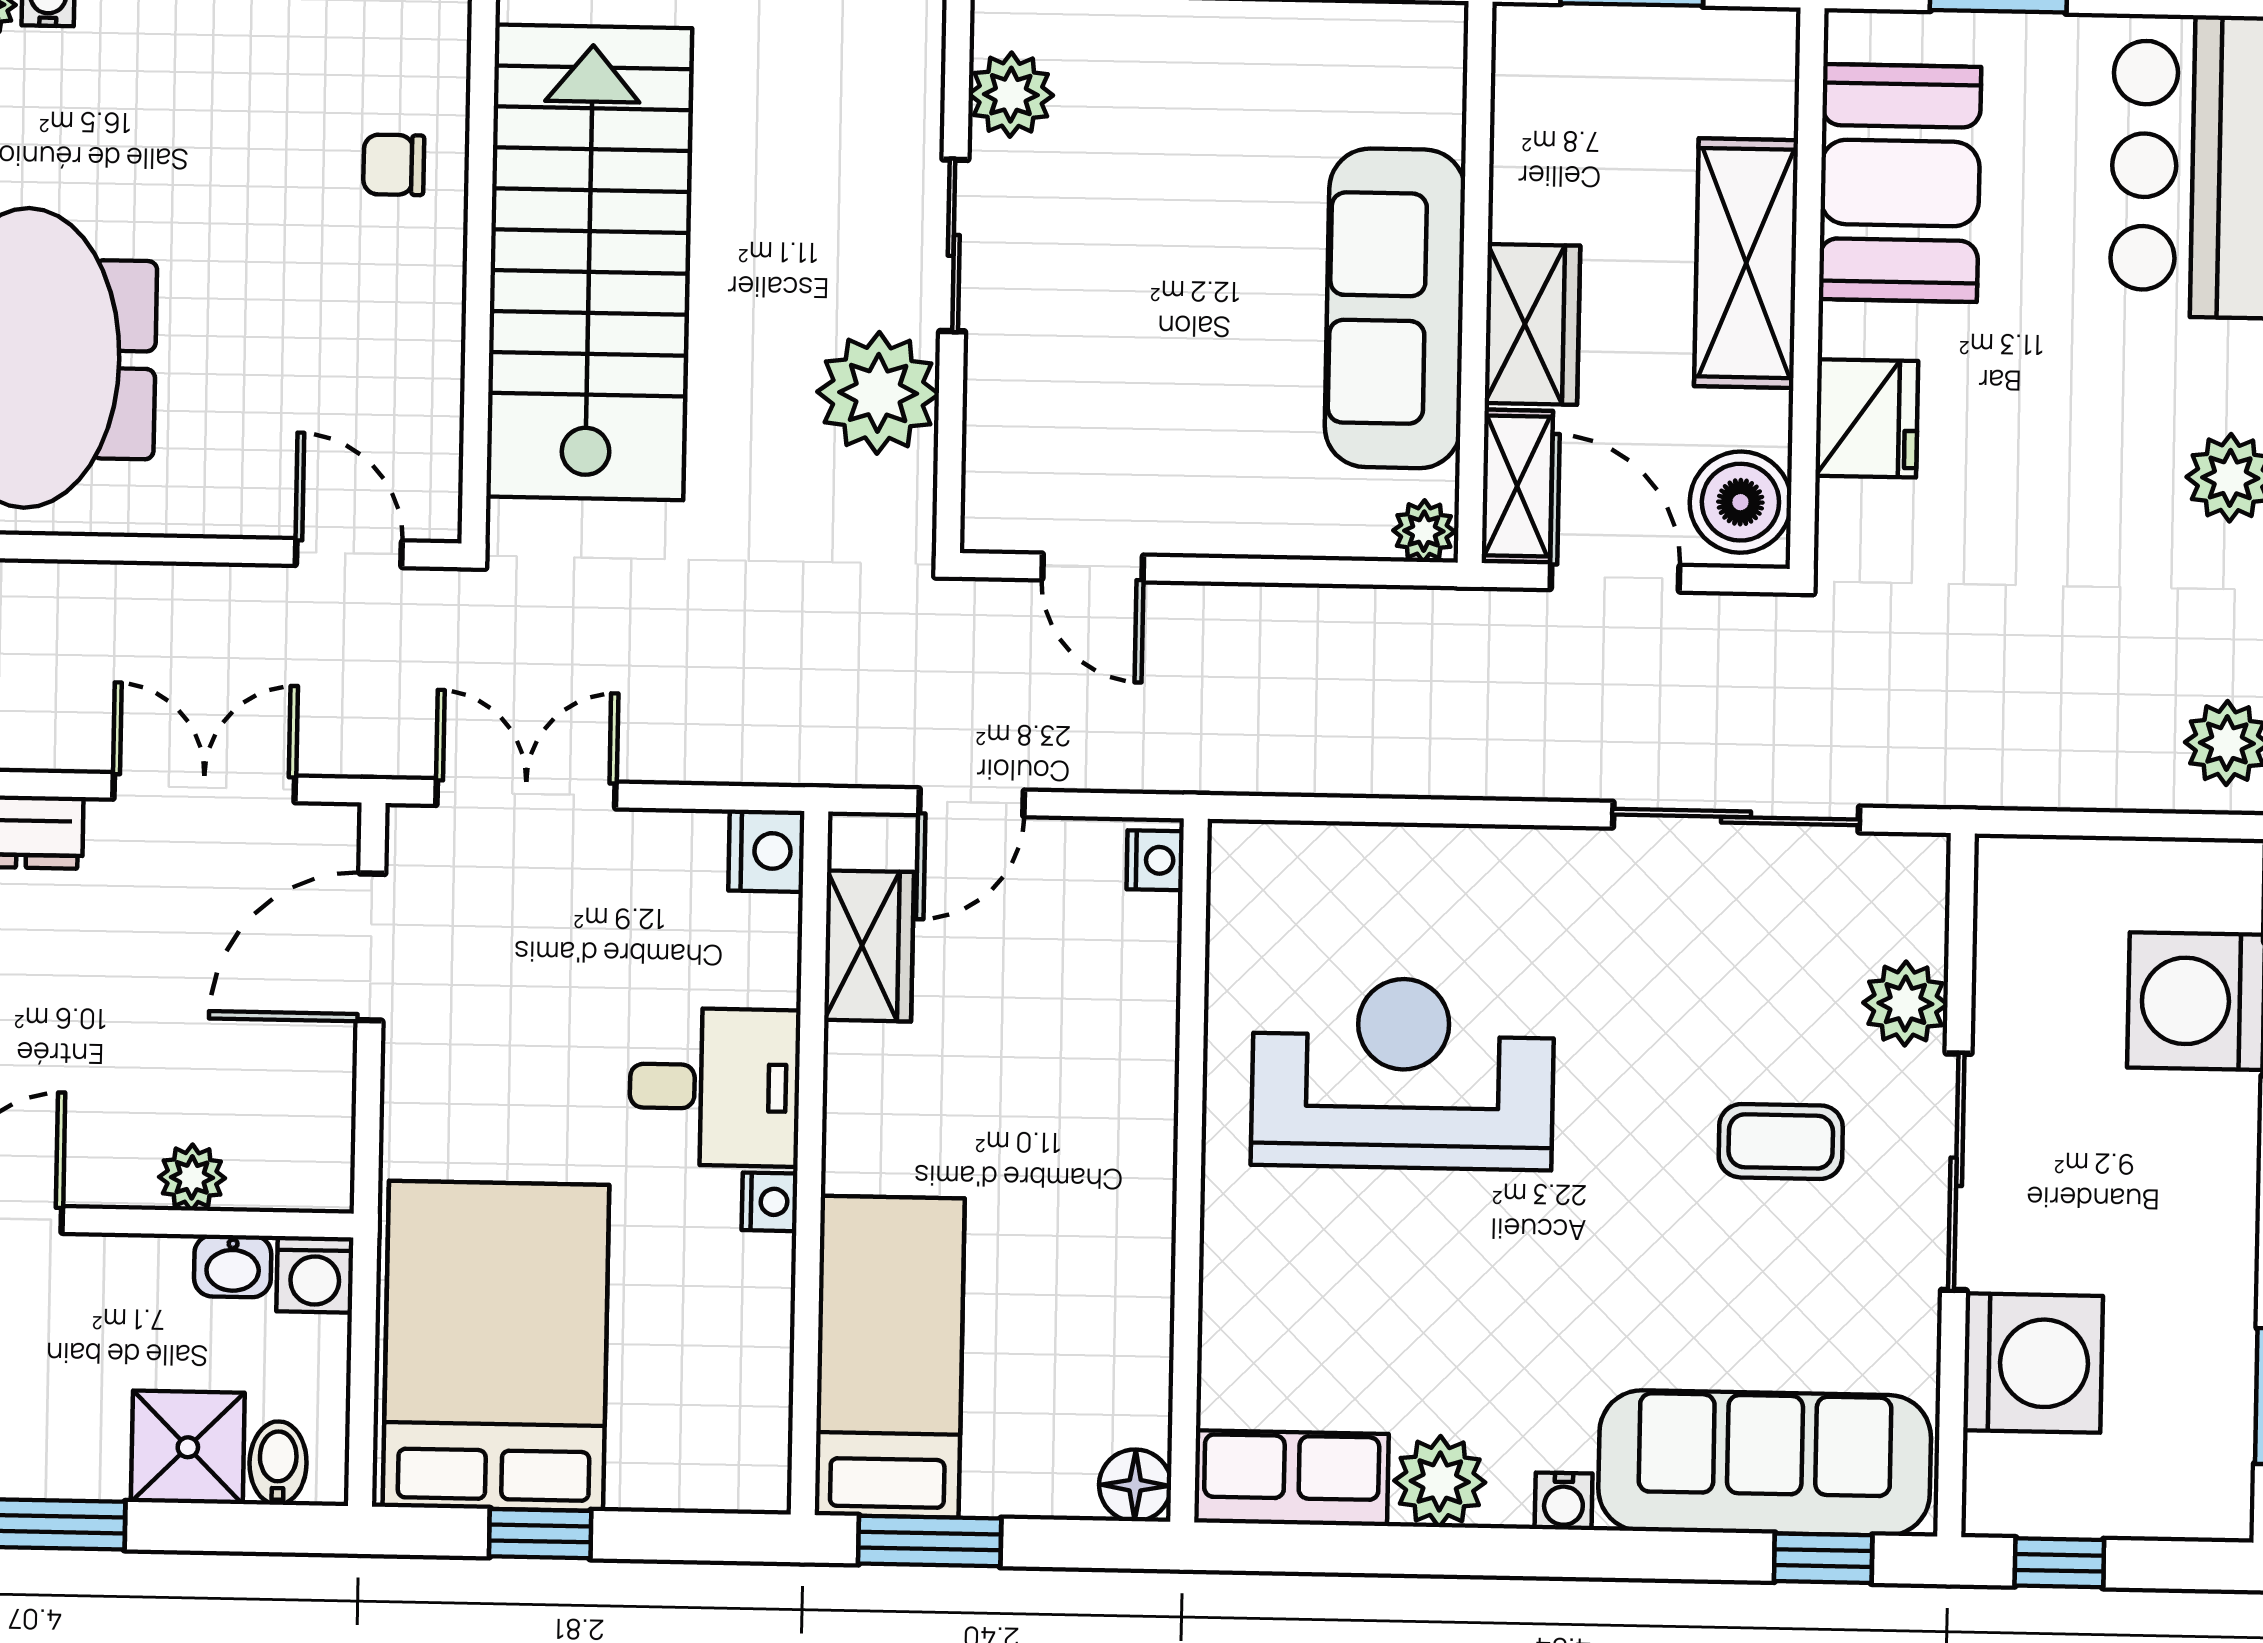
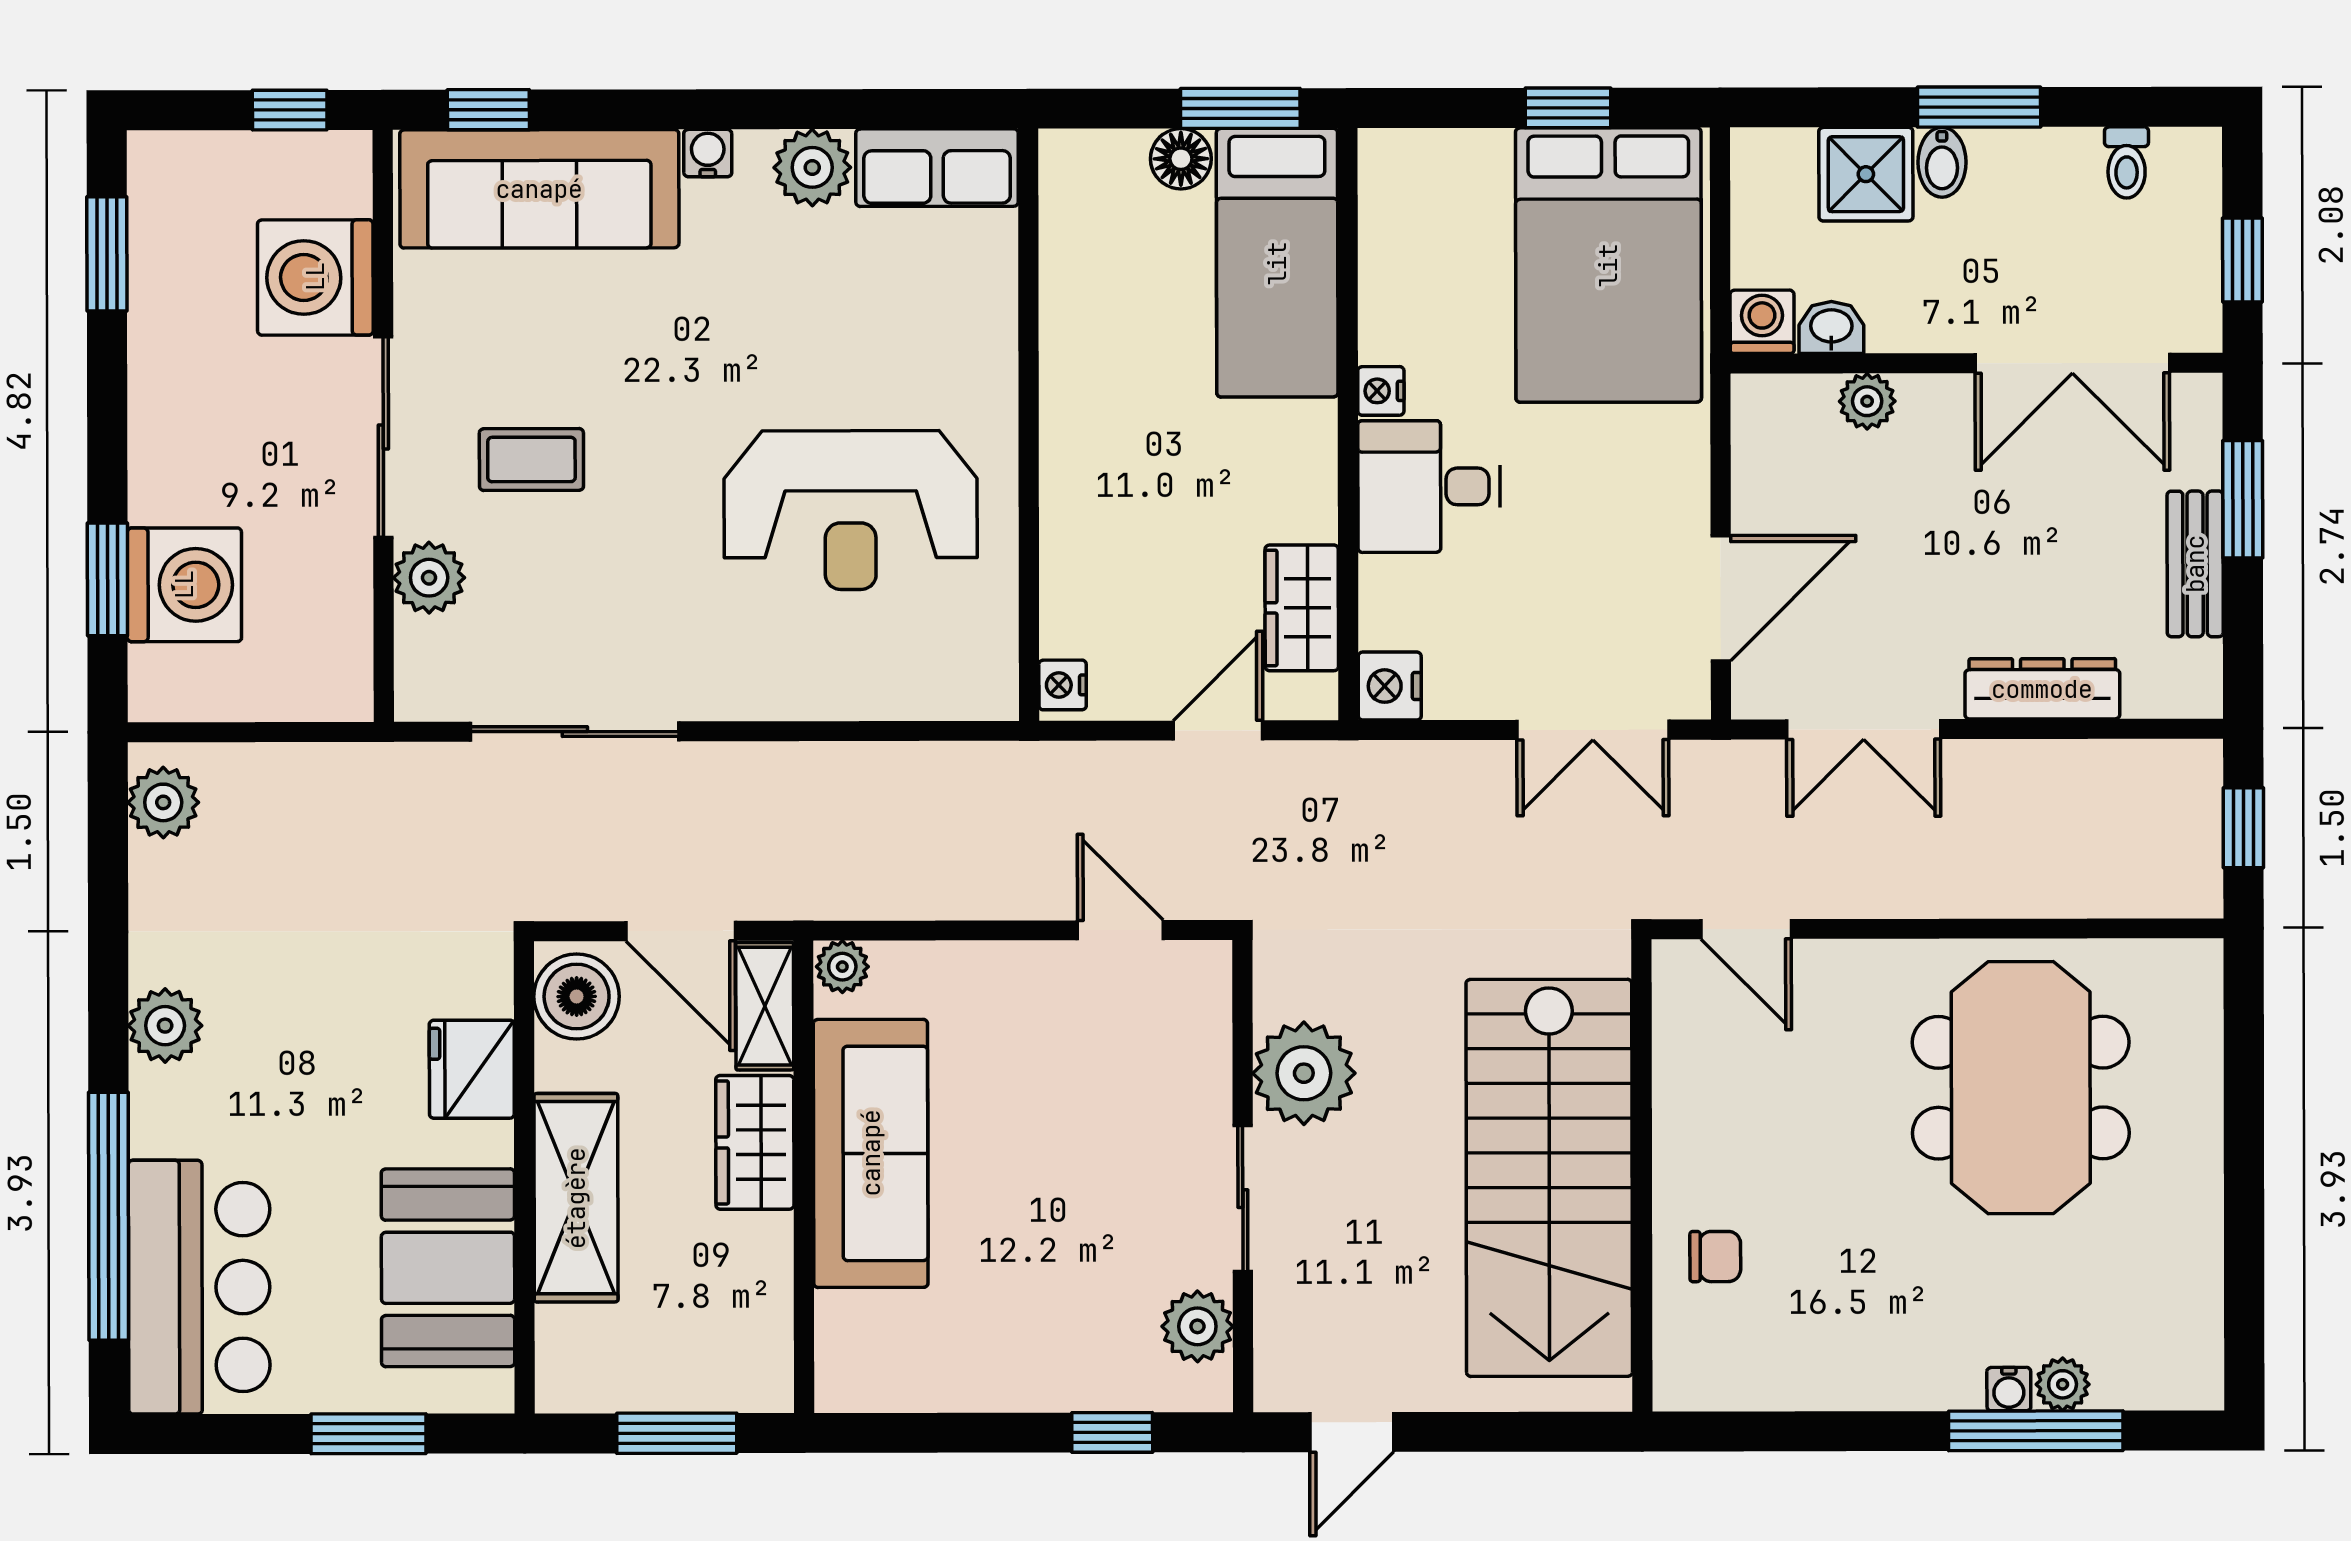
bidet: (278, 1463) -> (1942, 162), moved
floor lamp: (1135, 1485) -> (1181, 159), moved

